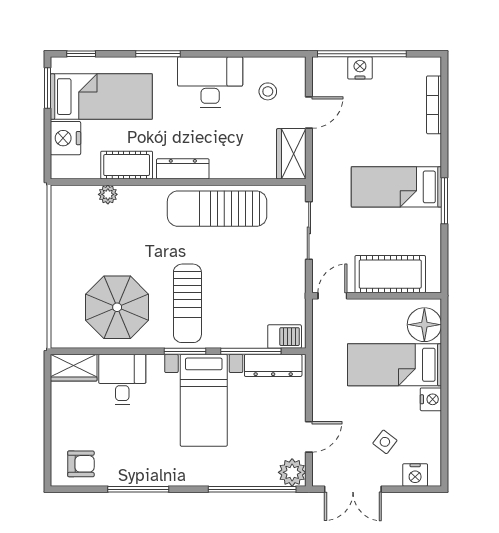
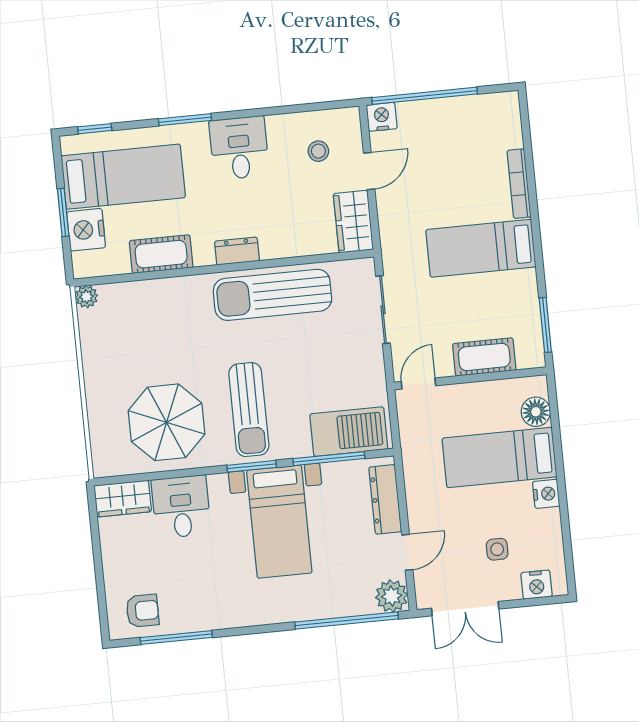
nightstand: (360, 68) -> (382, 117), moved
desk: (210, 82) -> (239, 148), width x0.73
window: (48, 88) -> (63, 212), moved
bookcase: (434, 105) -> (519, 184), moved
dresser: (183, 169) -> (237, 251), width x0.70
plant: (108, 194) -> (86, 297), moved
window: (444, 201) -> (545, 325), moved
cot: (390, 274) -> (484, 357), width x0.73, depth x0.75
floor lamp: (424, 325) -> (536, 412), width x0.73, depth x0.73
barbecue: (285, 337) -> (349, 432), width x1.88, depth x1.53
dresser: (273, 365) -> (385, 499), moved, turned 90
side table: (385, 442) -> (497, 549), turned -38
window: (138, 489) -> (176, 637), moved

